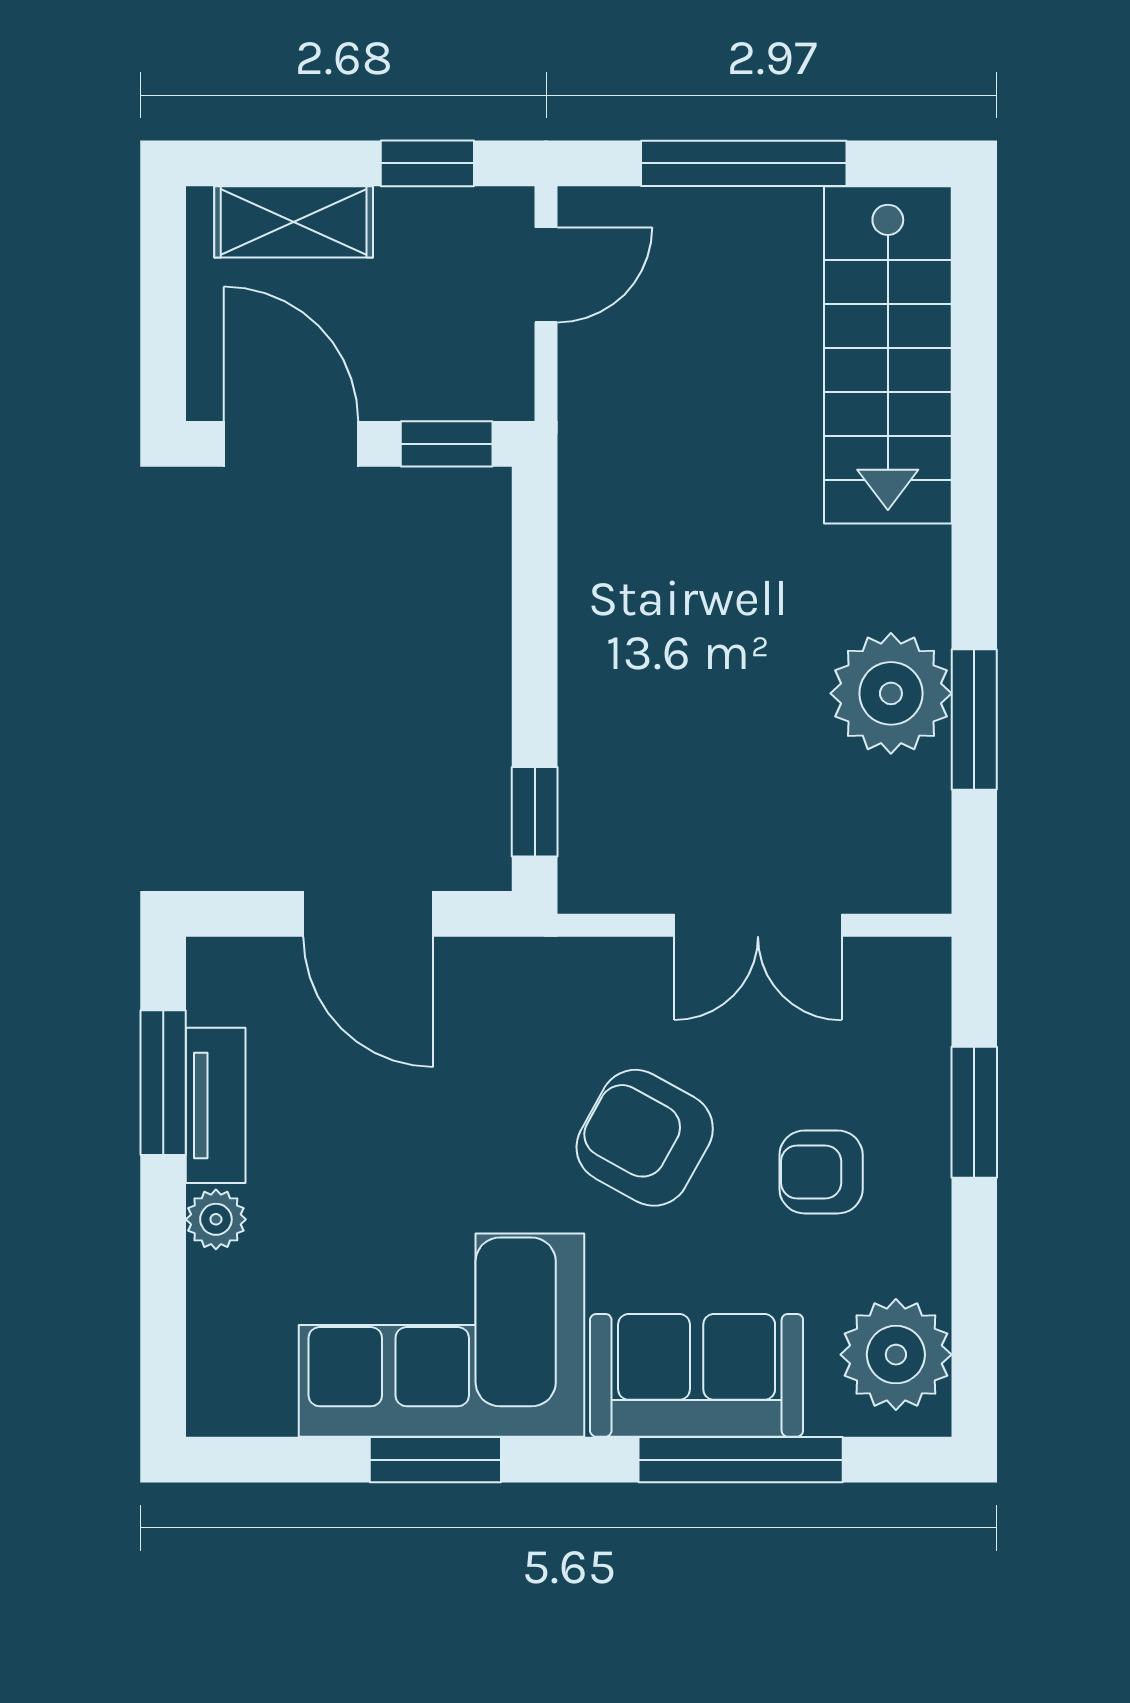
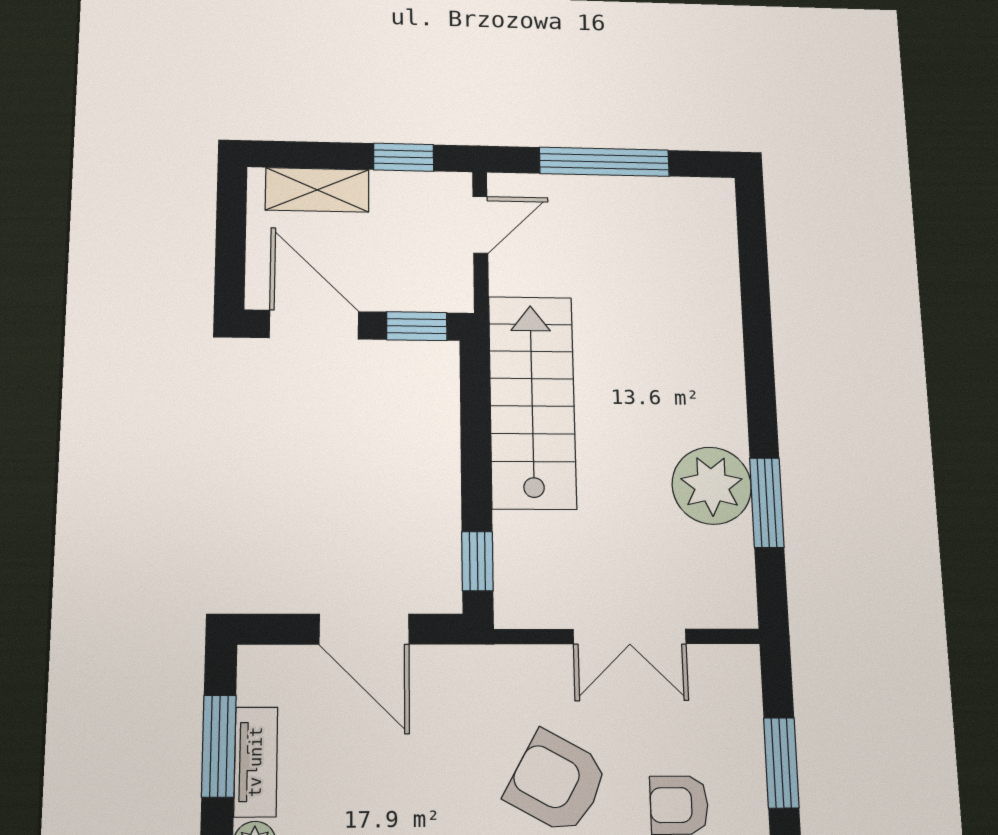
stairs: (888, 355) -> (532, 402), moved, turned 180

